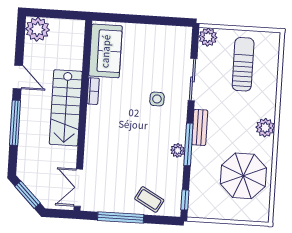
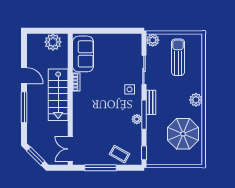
plant: (37, 29) -> (53, 42), moved
side table: (157, 99) -> (130, 89), moved

